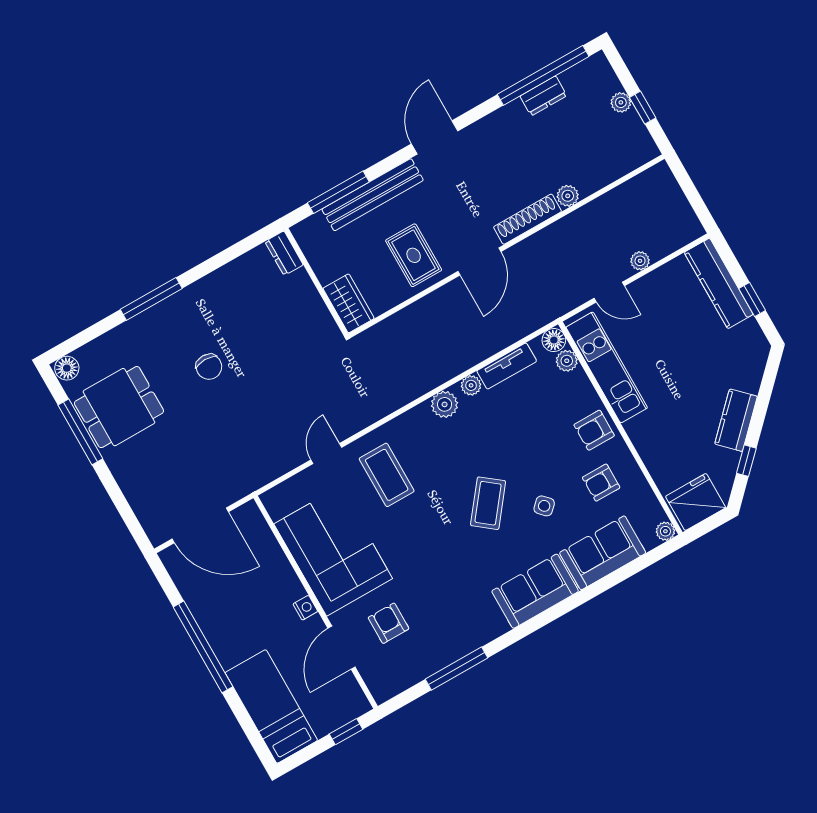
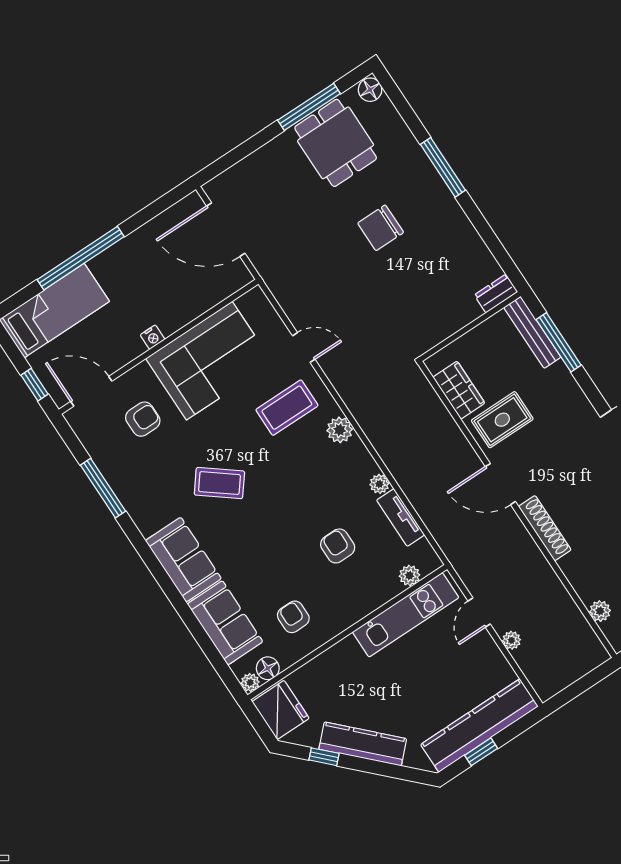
bench: (373, 195) -> (532, 332), moved, width x0.73, depth x0.82
plant: (568, 196) -> (600, 611), moved
kitchen counter: (719, 283) -> (479, 726), width x1.39, depth x1.17
wardrobe: (349, 303) -> (459, 390), moved, turned -90
floor lamp: (554, 340) -> (268, 668), moved
chair: (209, 367) -> (381, 228), width x1.37, depth x1.37
plant: (445, 404) -> (340, 430), moved
kitchen counter: (736, 420) -> (363, 744), width x1.50
armchair: (594, 430) -> (338, 546), moved
coffee table: (488, 503) -> (219, 483), moved
side table: (544, 506) -> (267, 563), removed
door: (200, 525) -> (226, 230), hinge flipped
window: (203, 647) -> (81, 258), moved
door: (341, 648) -> (91, 391), moved

